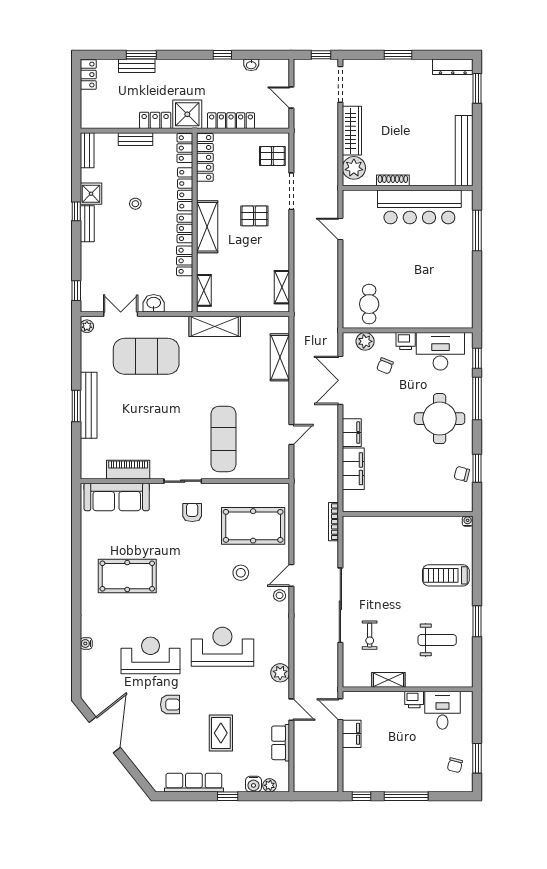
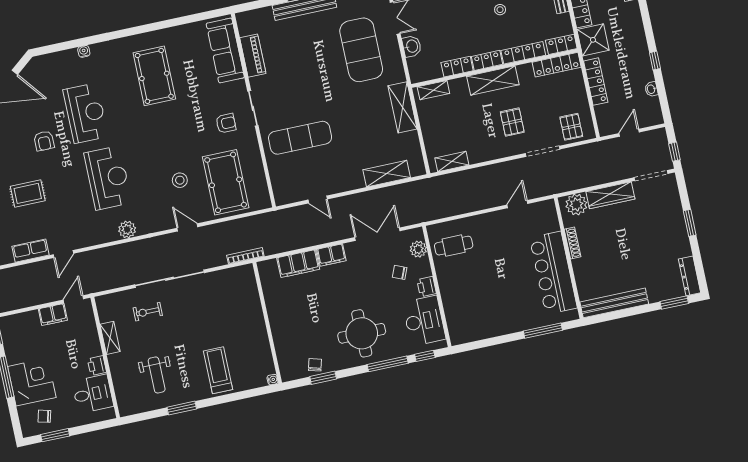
stool: (280, 595) -> (167, 220), removed
plant: (280, 673) -> (127, 229), moved
corner desk: (417, 771) -> (32, 382), added

